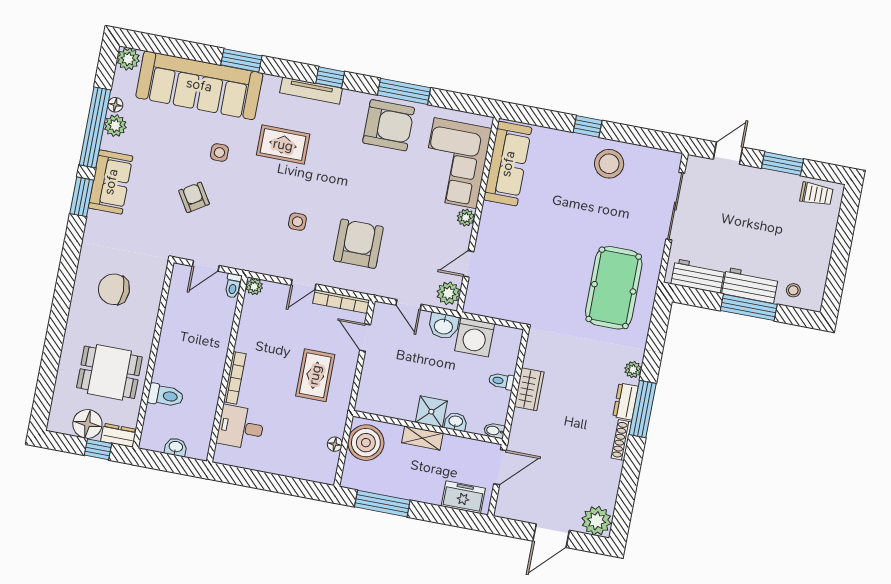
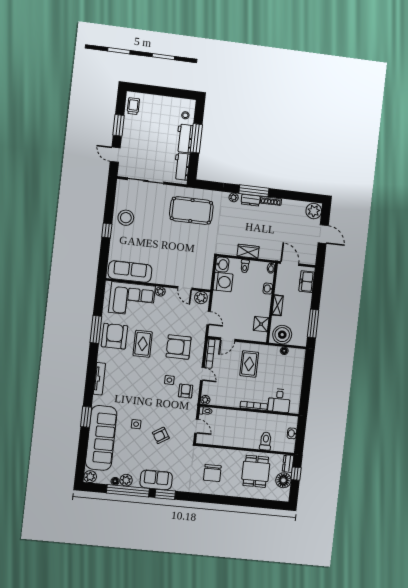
window: (330, 77) -> (91, 369), removed
rug: (283, 145) -> (143, 344), moved
armchair: (274, 251) -> (186, 391), added
door: (409, 305) -> (209, 318), hinge flipped
washbasin: (443, 326) -> (222, 264), moved
rug: (315, 375) -> (249, 364), turned 90
shower: (431, 412) -> (261, 324), moved

